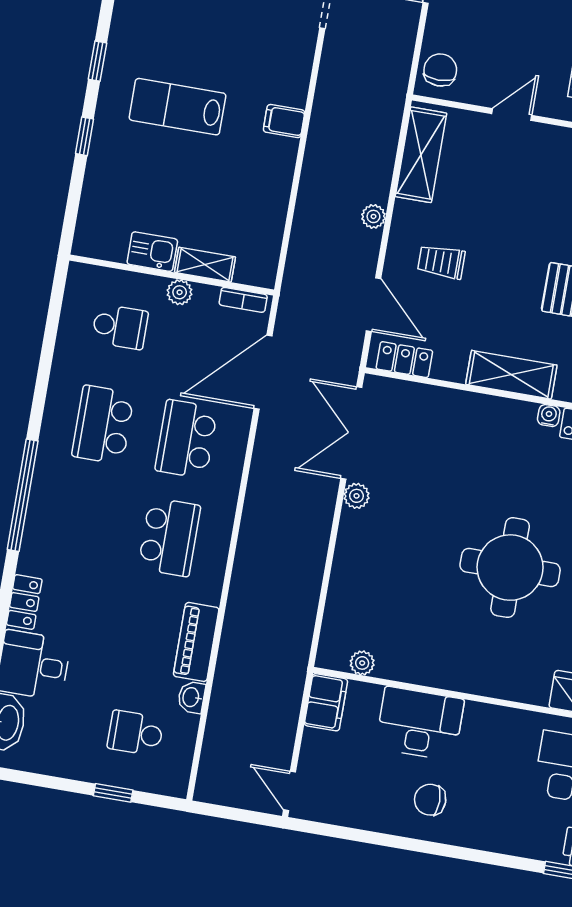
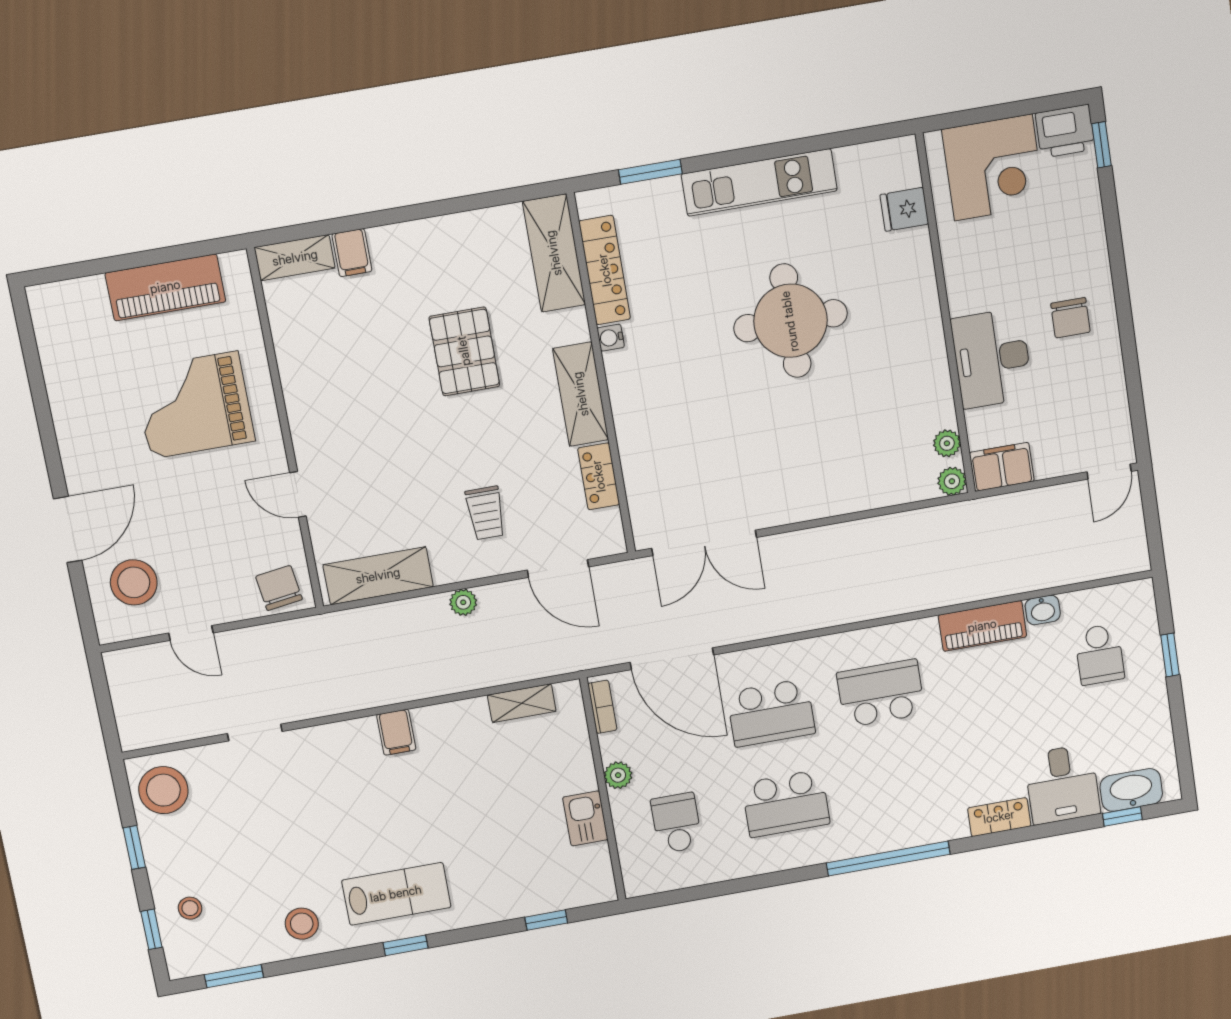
chair: (440, 70) -> (279, 588), turned 82
lab bench: (177, 107) -> (396, 894), moved, turned -90
window: (85, 136) -> (546, 920), moved
shelving: (205, 265) -> (522, 703), moved, turned 90
door: (374, 305) -> (558, 568), swing flipped
locker: (404, 360) -> (599, 476), moved
plant: (357, 496) -> (952, 481), moved

